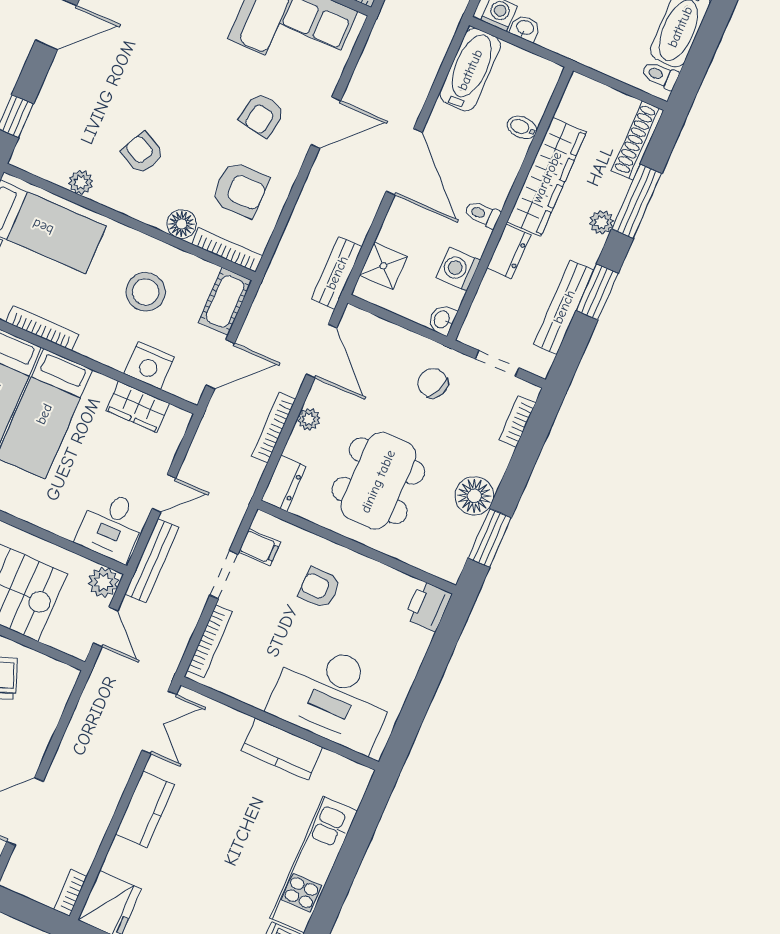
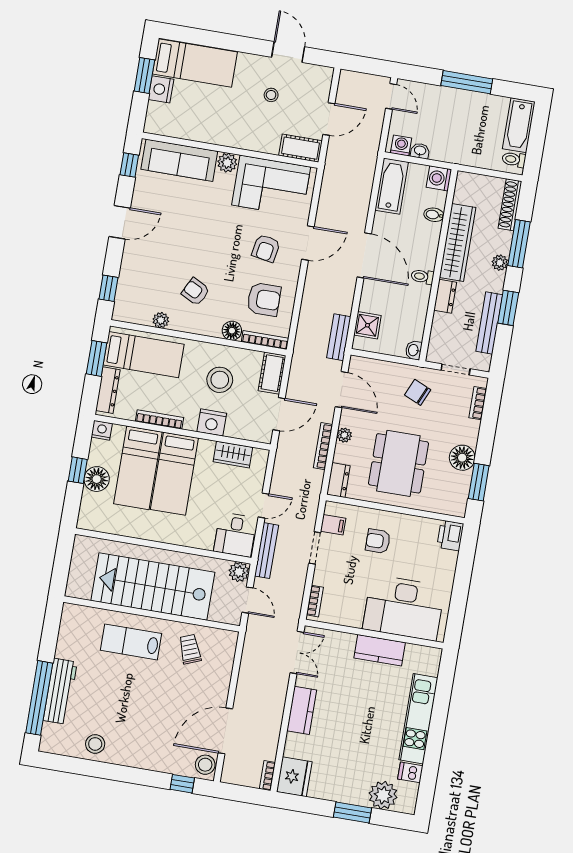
washing machine: (458, 269) -> (439, 178), moved
nightstand: (149, 365) -> (212, 422), moved
bookcase: (210, 641) -> (315, 601), width x0.64

